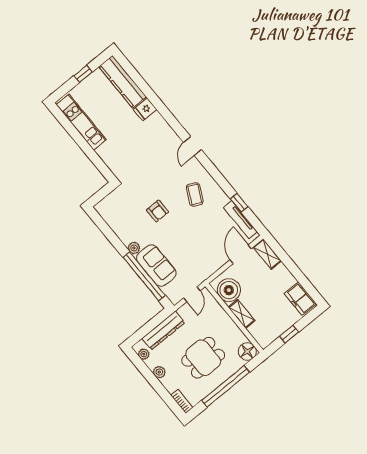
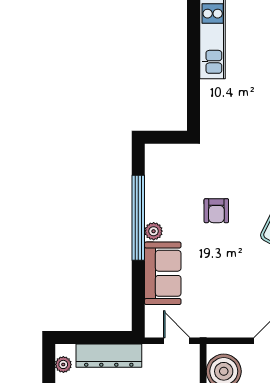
window: (144, 276) -> (138, 218), moved
door: (192, 294) -> (177, 341), swing flipped

